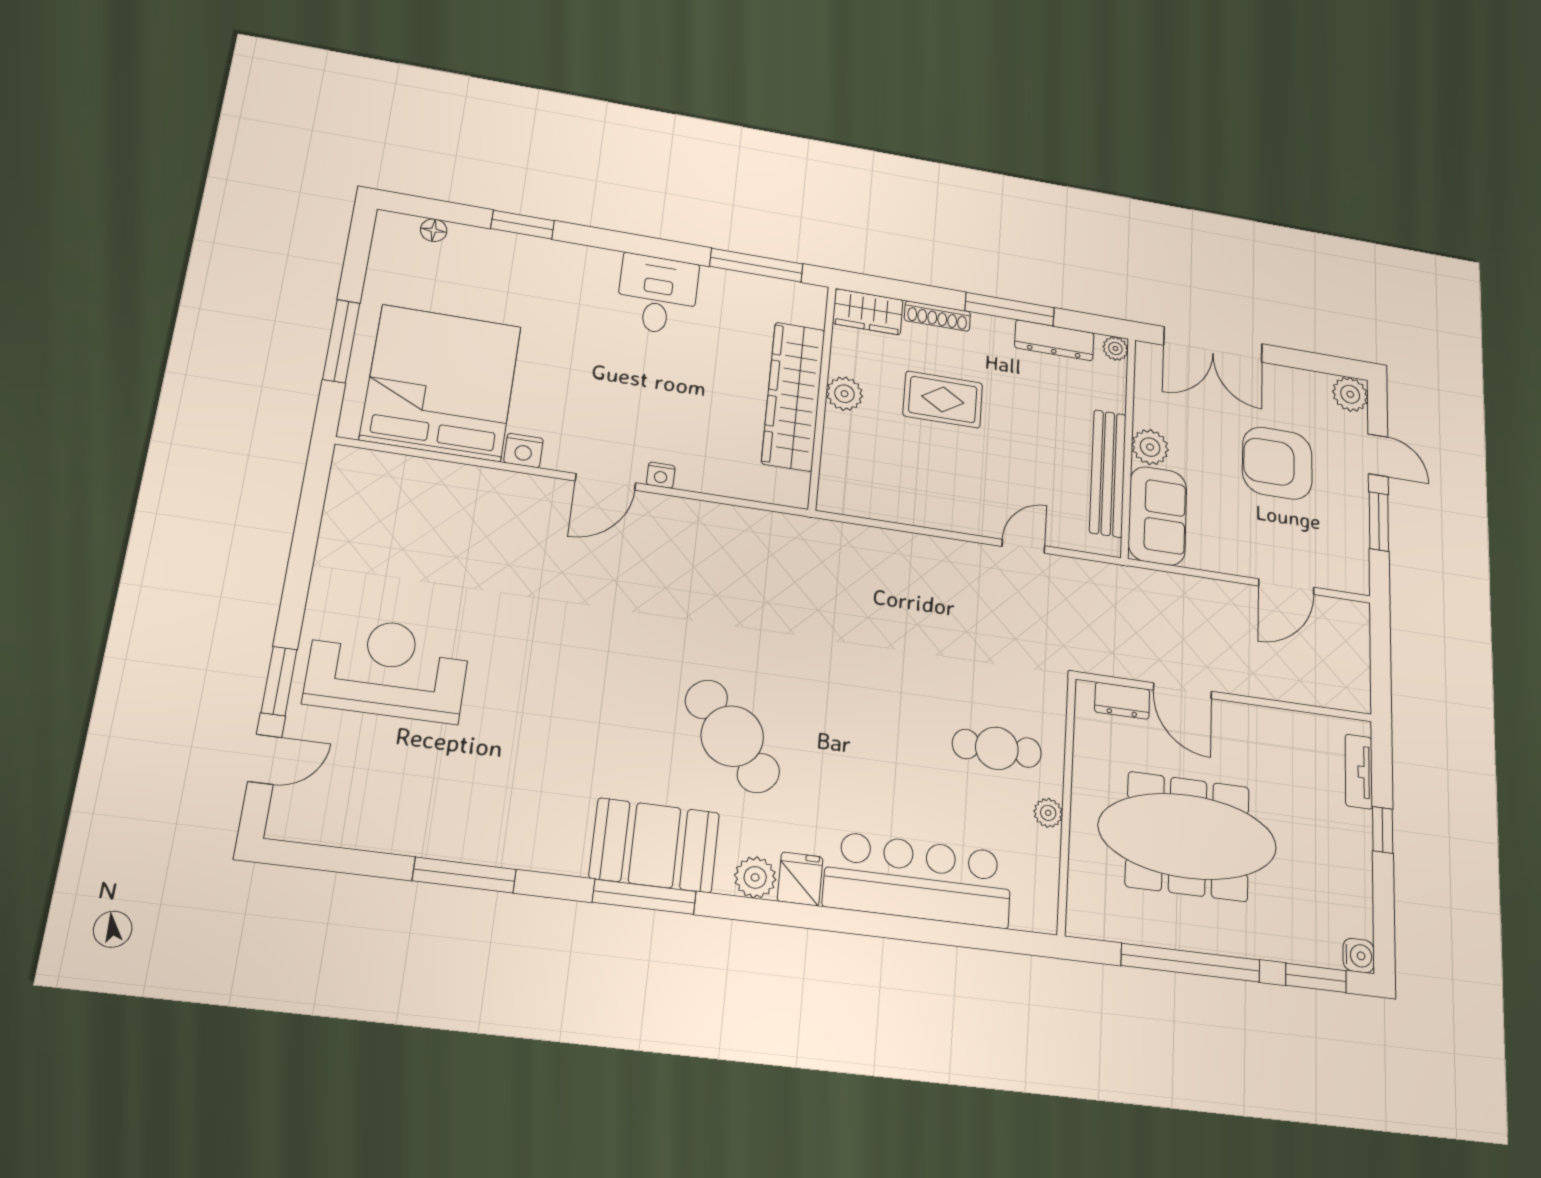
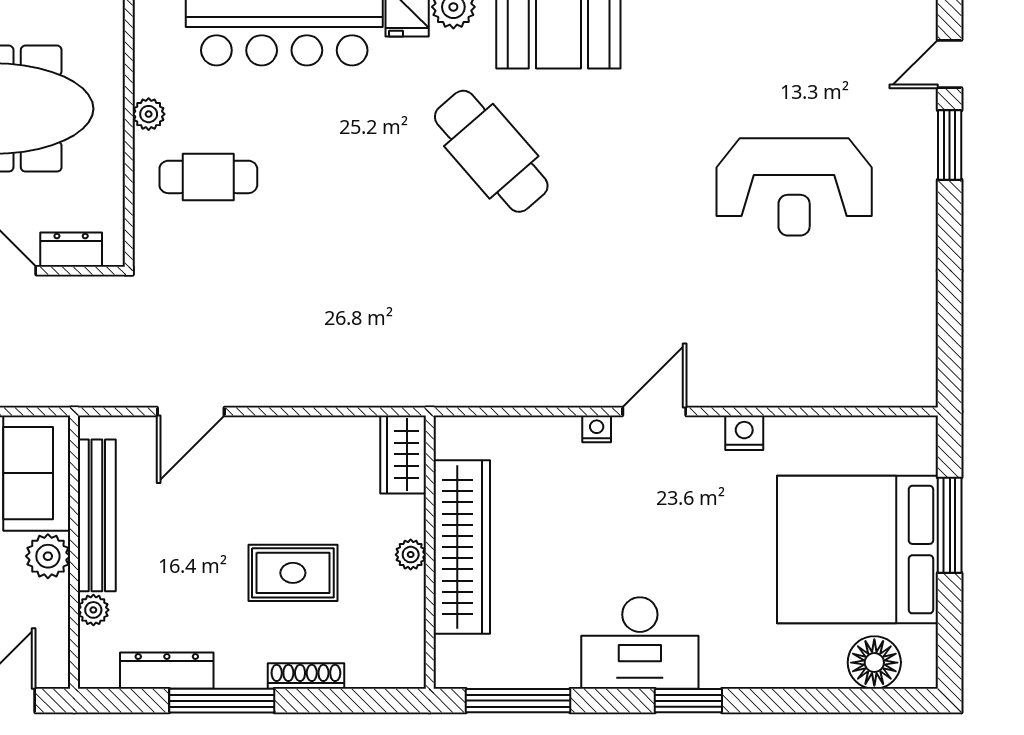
window: (523, 225) -> (688, 701), moved
floor lamp: (434, 230) -> (874, 663), width x1.89, depth x1.89
desk: (657, 295) -> (640, 643), width x1.37
wardrobe: (868, 312) -> (403, 454), moved, turned -90
plant: (1115, 348) -> (93, 610), moved
bed: (441, 383) -> (858, 550), moved, turned 90
plant: (844, 394) -> (411, 555), width x0.73, depth x0.73
door: (1023, 546) -> (191, 411), width x1.38
reception desk: (388, 669) -> (794, 187), moved

